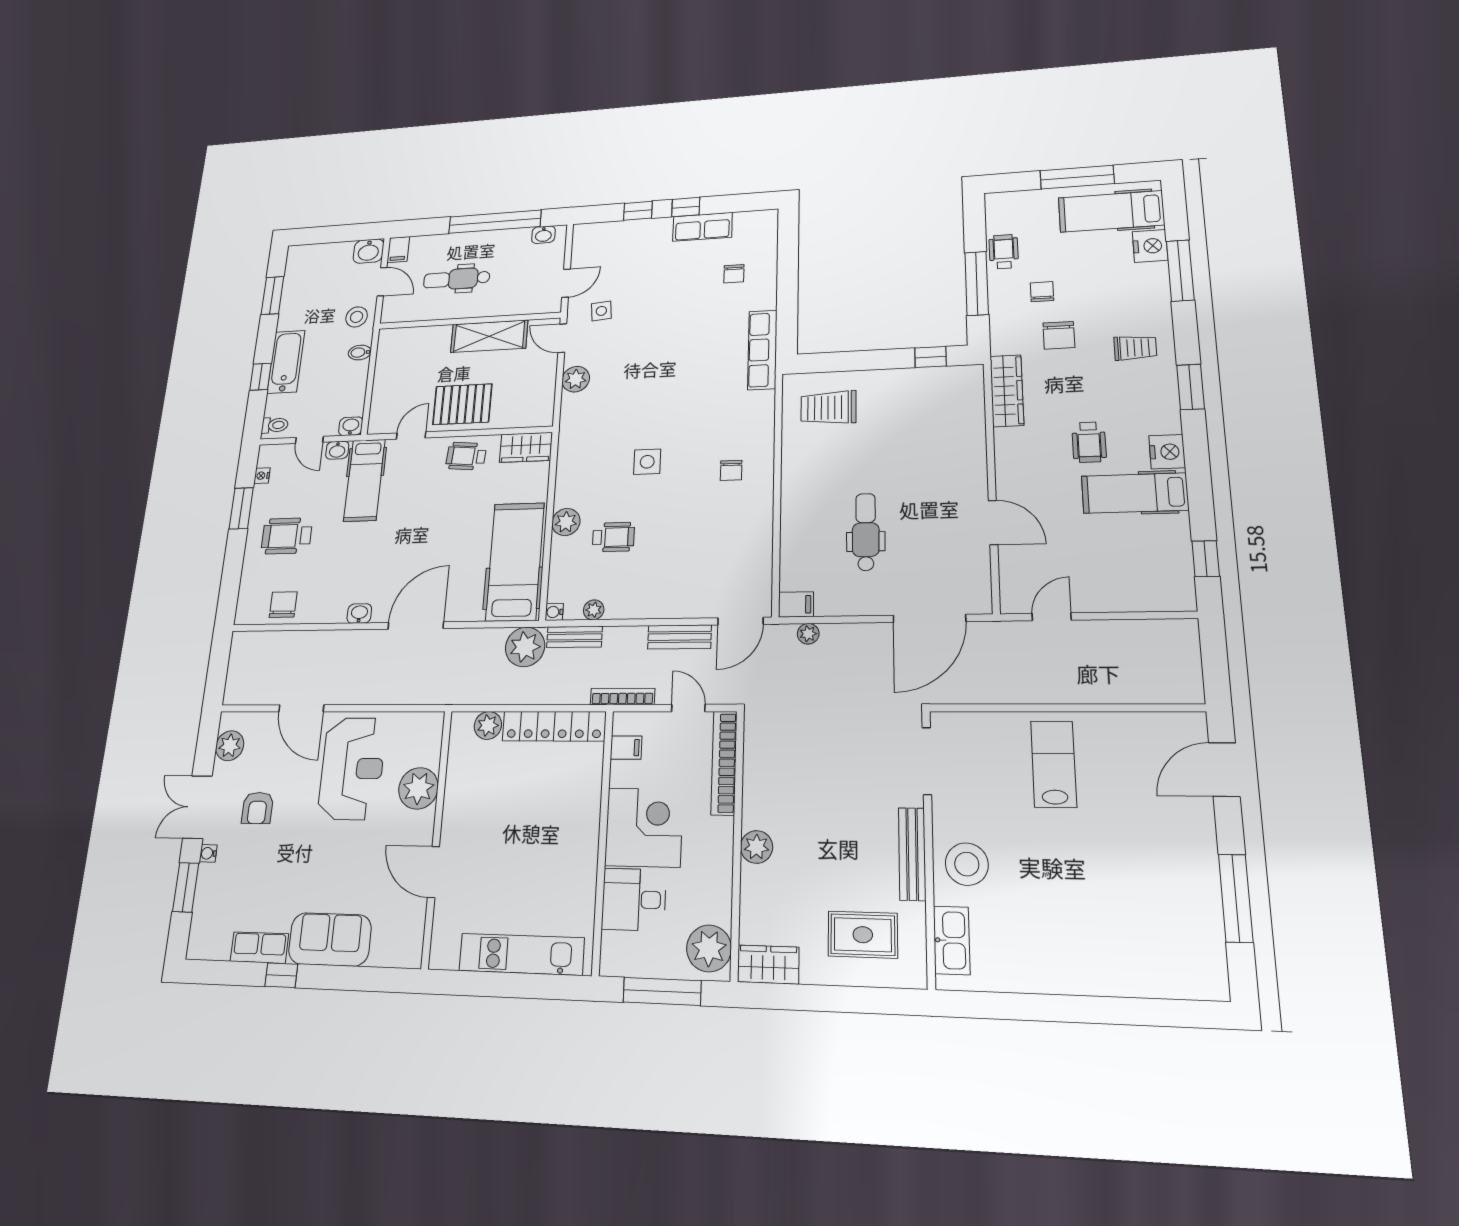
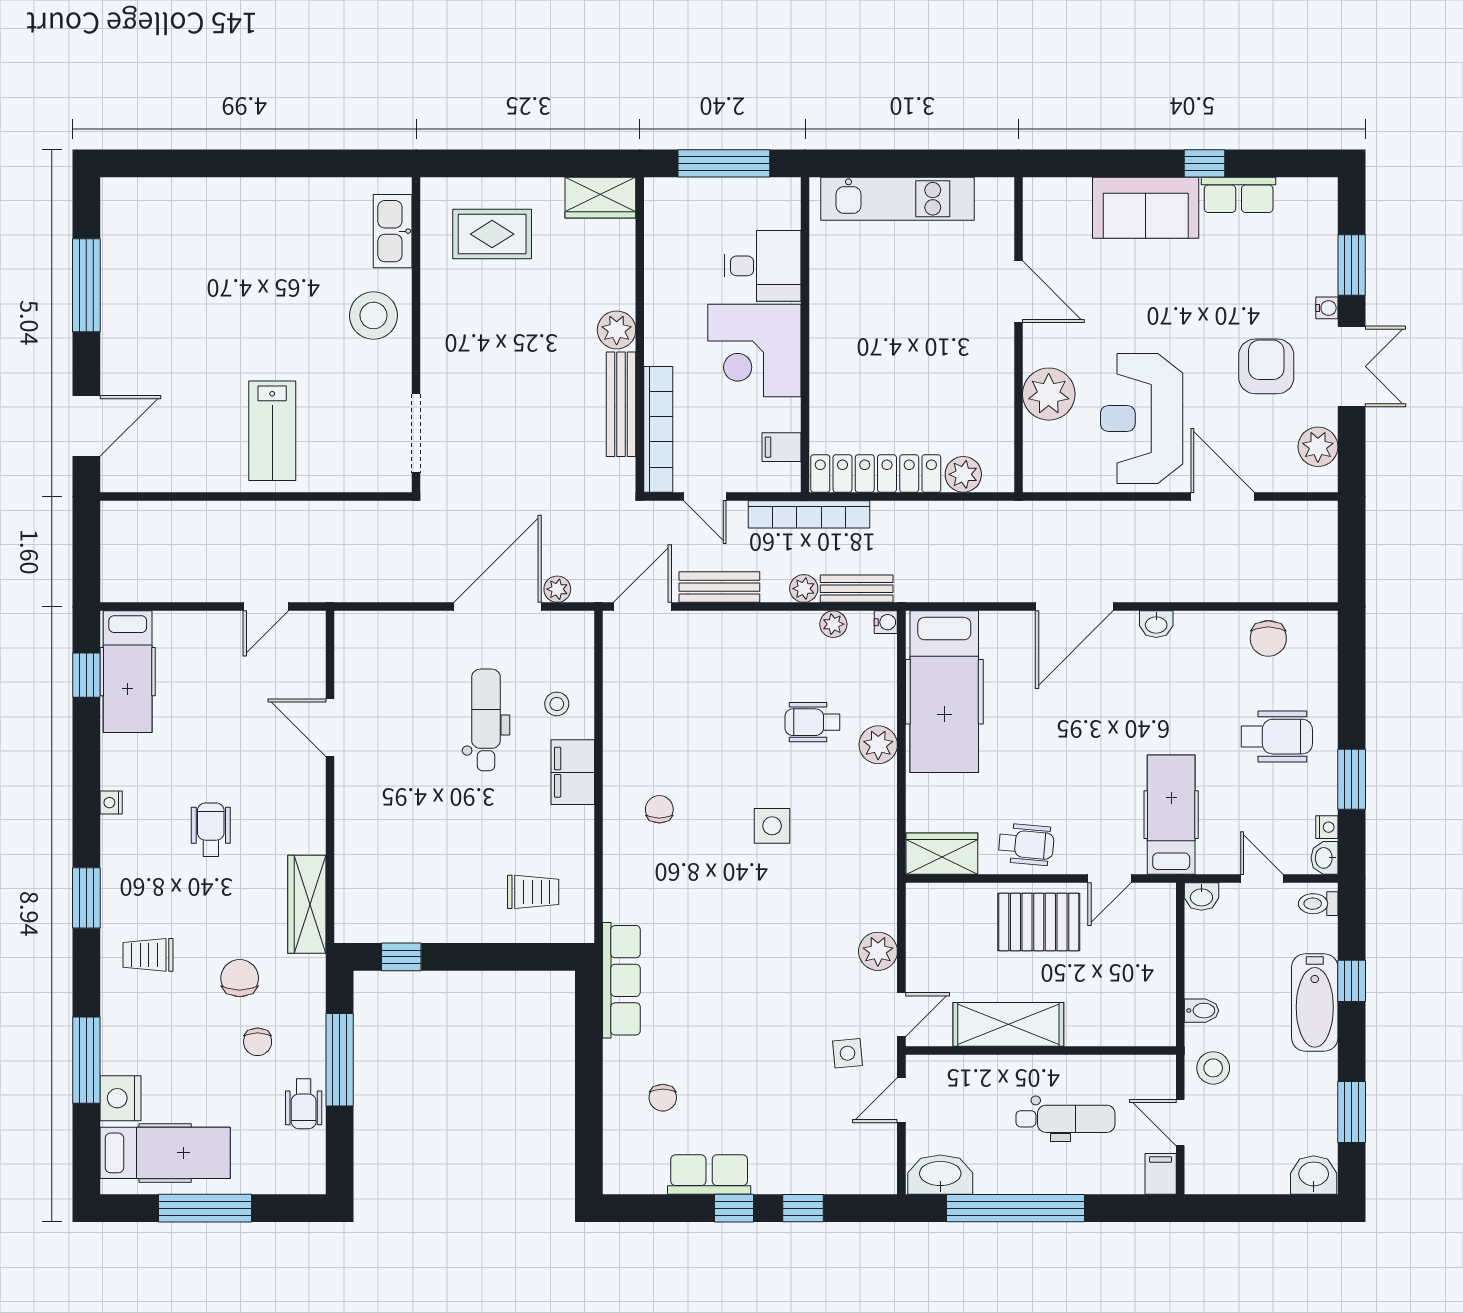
washbasin: (543, 235) -> (940, 1175), width x1.91, depth x1.45
washbasin: (368, 251) -> (1314, 1175), moved
chair: (734, 274) -> (663, 1098), turned 180
door: (562, 338) -> (901, 1015), hinge flipped
trolley: (828, 408) -> (533, 892), width x0.73, depth x0.72
washbasin: (337, 450) -> (1324, 858), moved, turned -90
nightstand: (1167, 452) -> (111, 803), width x0.53, depth x0.56
hospital bed: (1135, 493) -> (128, 672), moved, turned 90
dental chair: (866, 532) -> (486, 720), turned 180
stool: (809, 545) -> (557, 704), added
filing cabinet: (796, 604) -> (573, 772), moved, width x2.00
door: (929, 618) -> (498, 607), moved
plant: (525, 647) -> (804, 589), moved, width x0.53, depth x0.53
bookcase: (623, 697) -> (809, 514), width x1.48, depth x1.31
armchair: (258, 808) -> (1266, 366), width x1.38, depth x1.38
bench: (912, 854) -> (621, 404), moved
plant: (709, 948) -> (670, 213), removed

